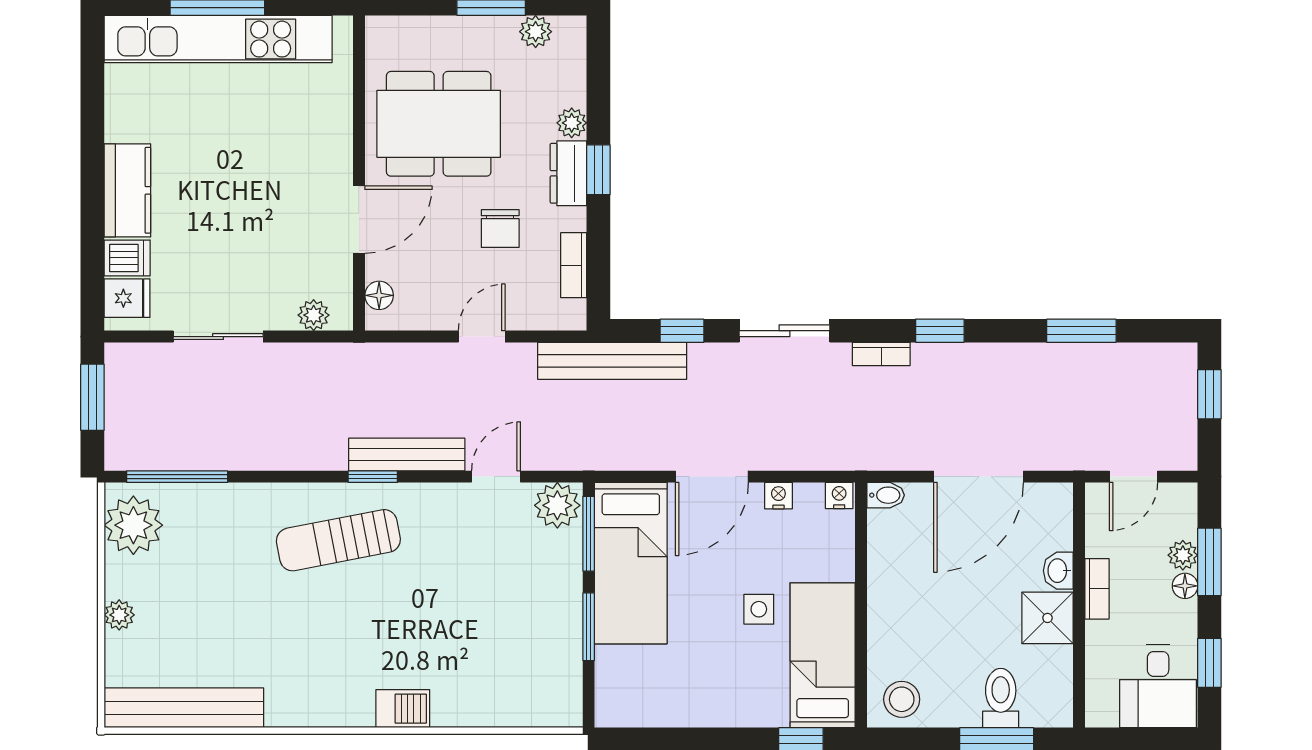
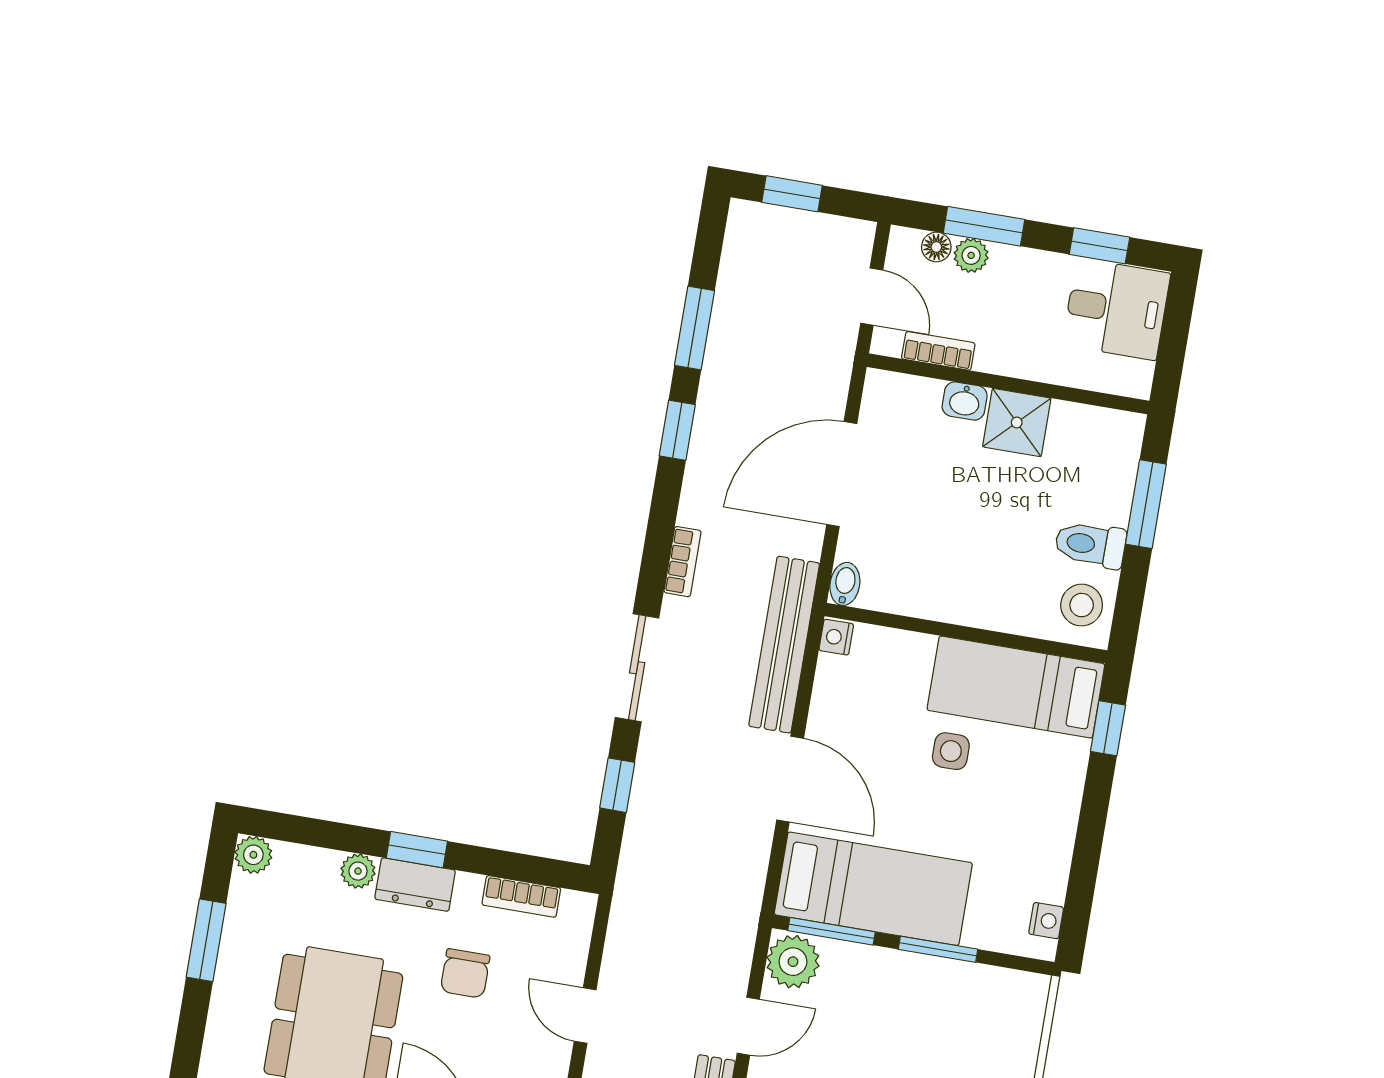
plant: (536, 32) -> (253, 855), moved
chair: (500, 229) -> (465, 973), turned 90
window: (940, 331) -> (677, 430), moved
bench: (612, 361) -> (784, 645), moved
door: (496, 477) -> (748, 1026), swing flipped
door: (979, 477) -> (842, 474), swing flipped
nightstand: (778, 496) -> (1046, 921), moved, turned 180
floor lamp: (1185, 586) -> (936, 247), moved
bookcase: (1097, 589) -> (938, 351), moved
toilet: (1001, 698) -> (1090, 545), moved

